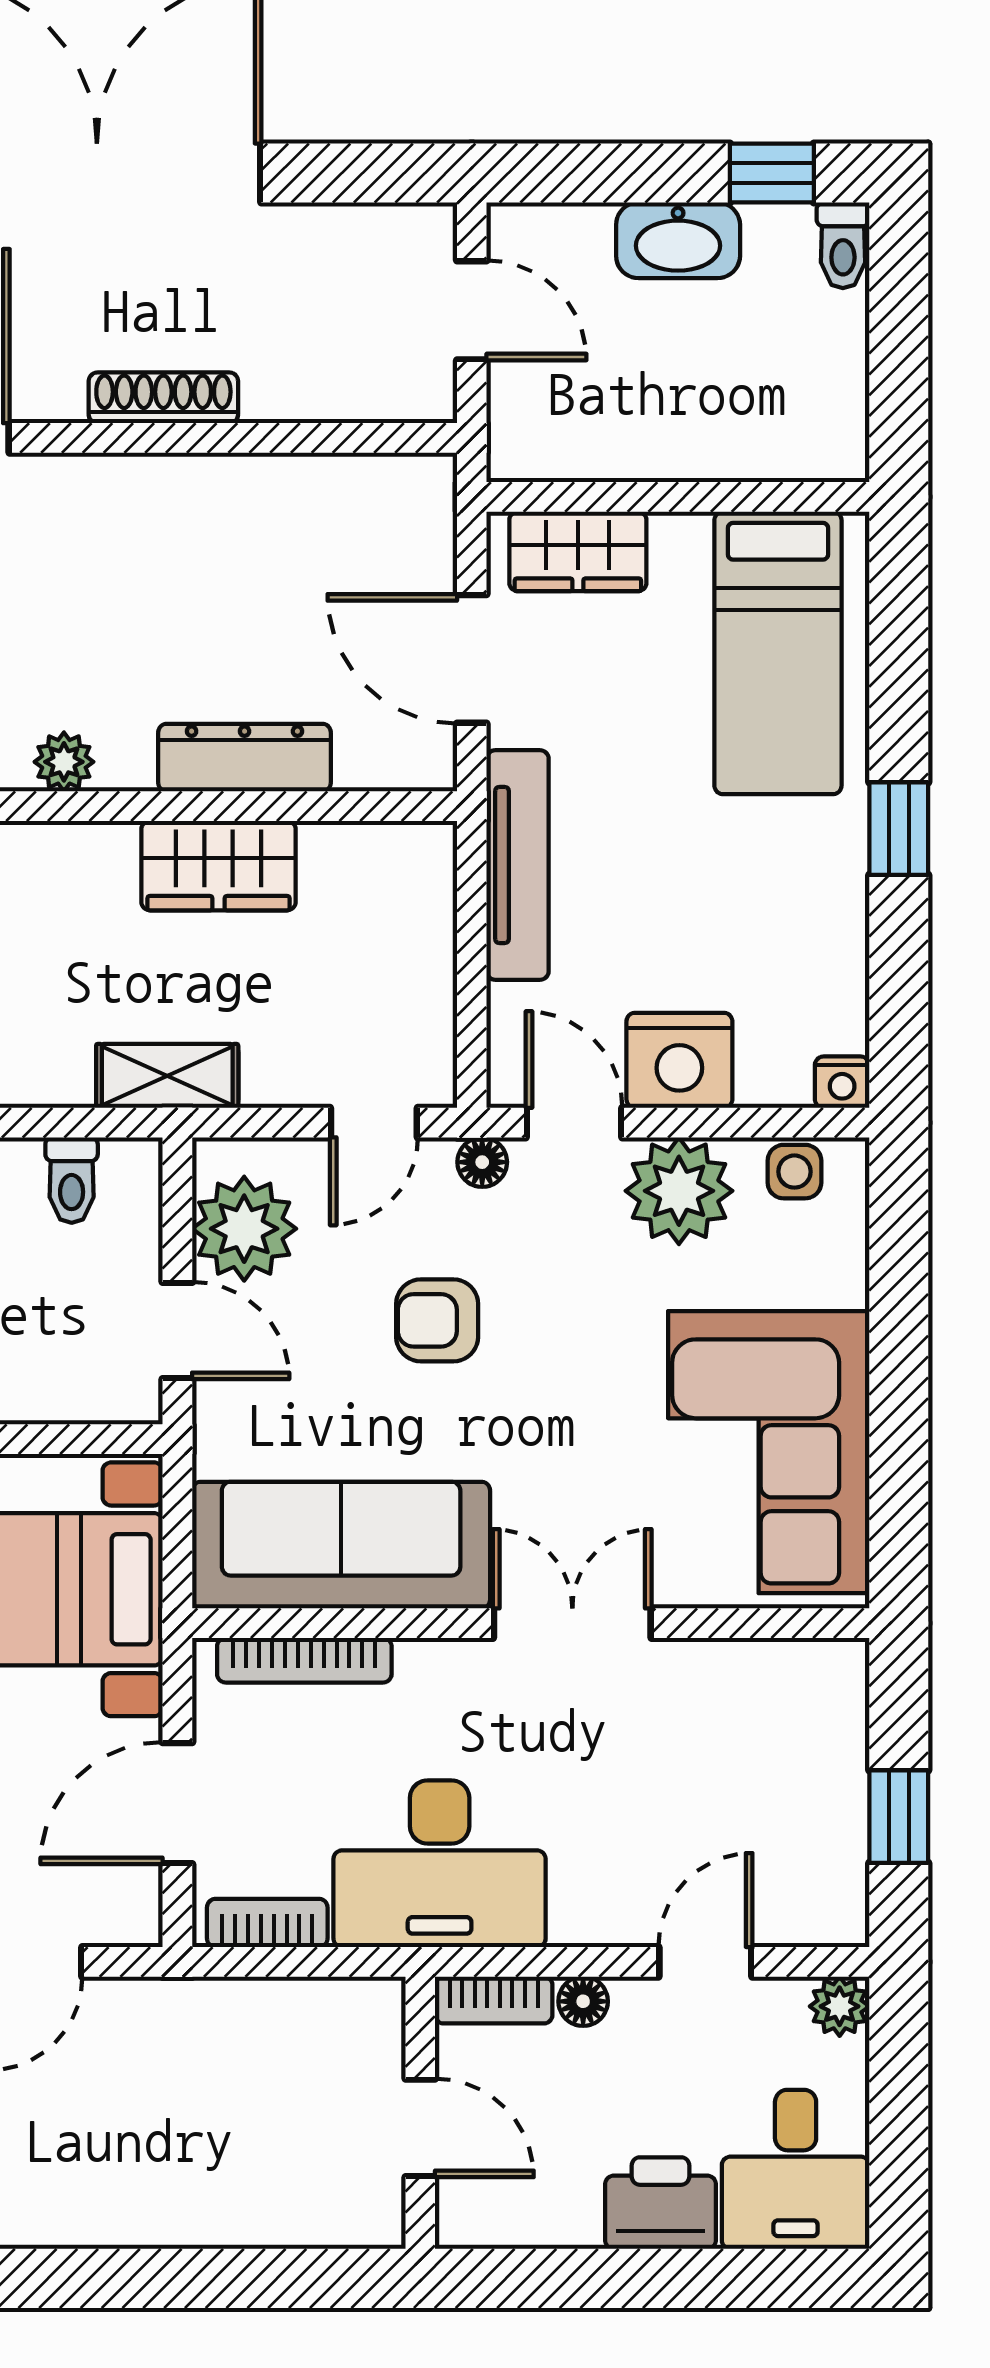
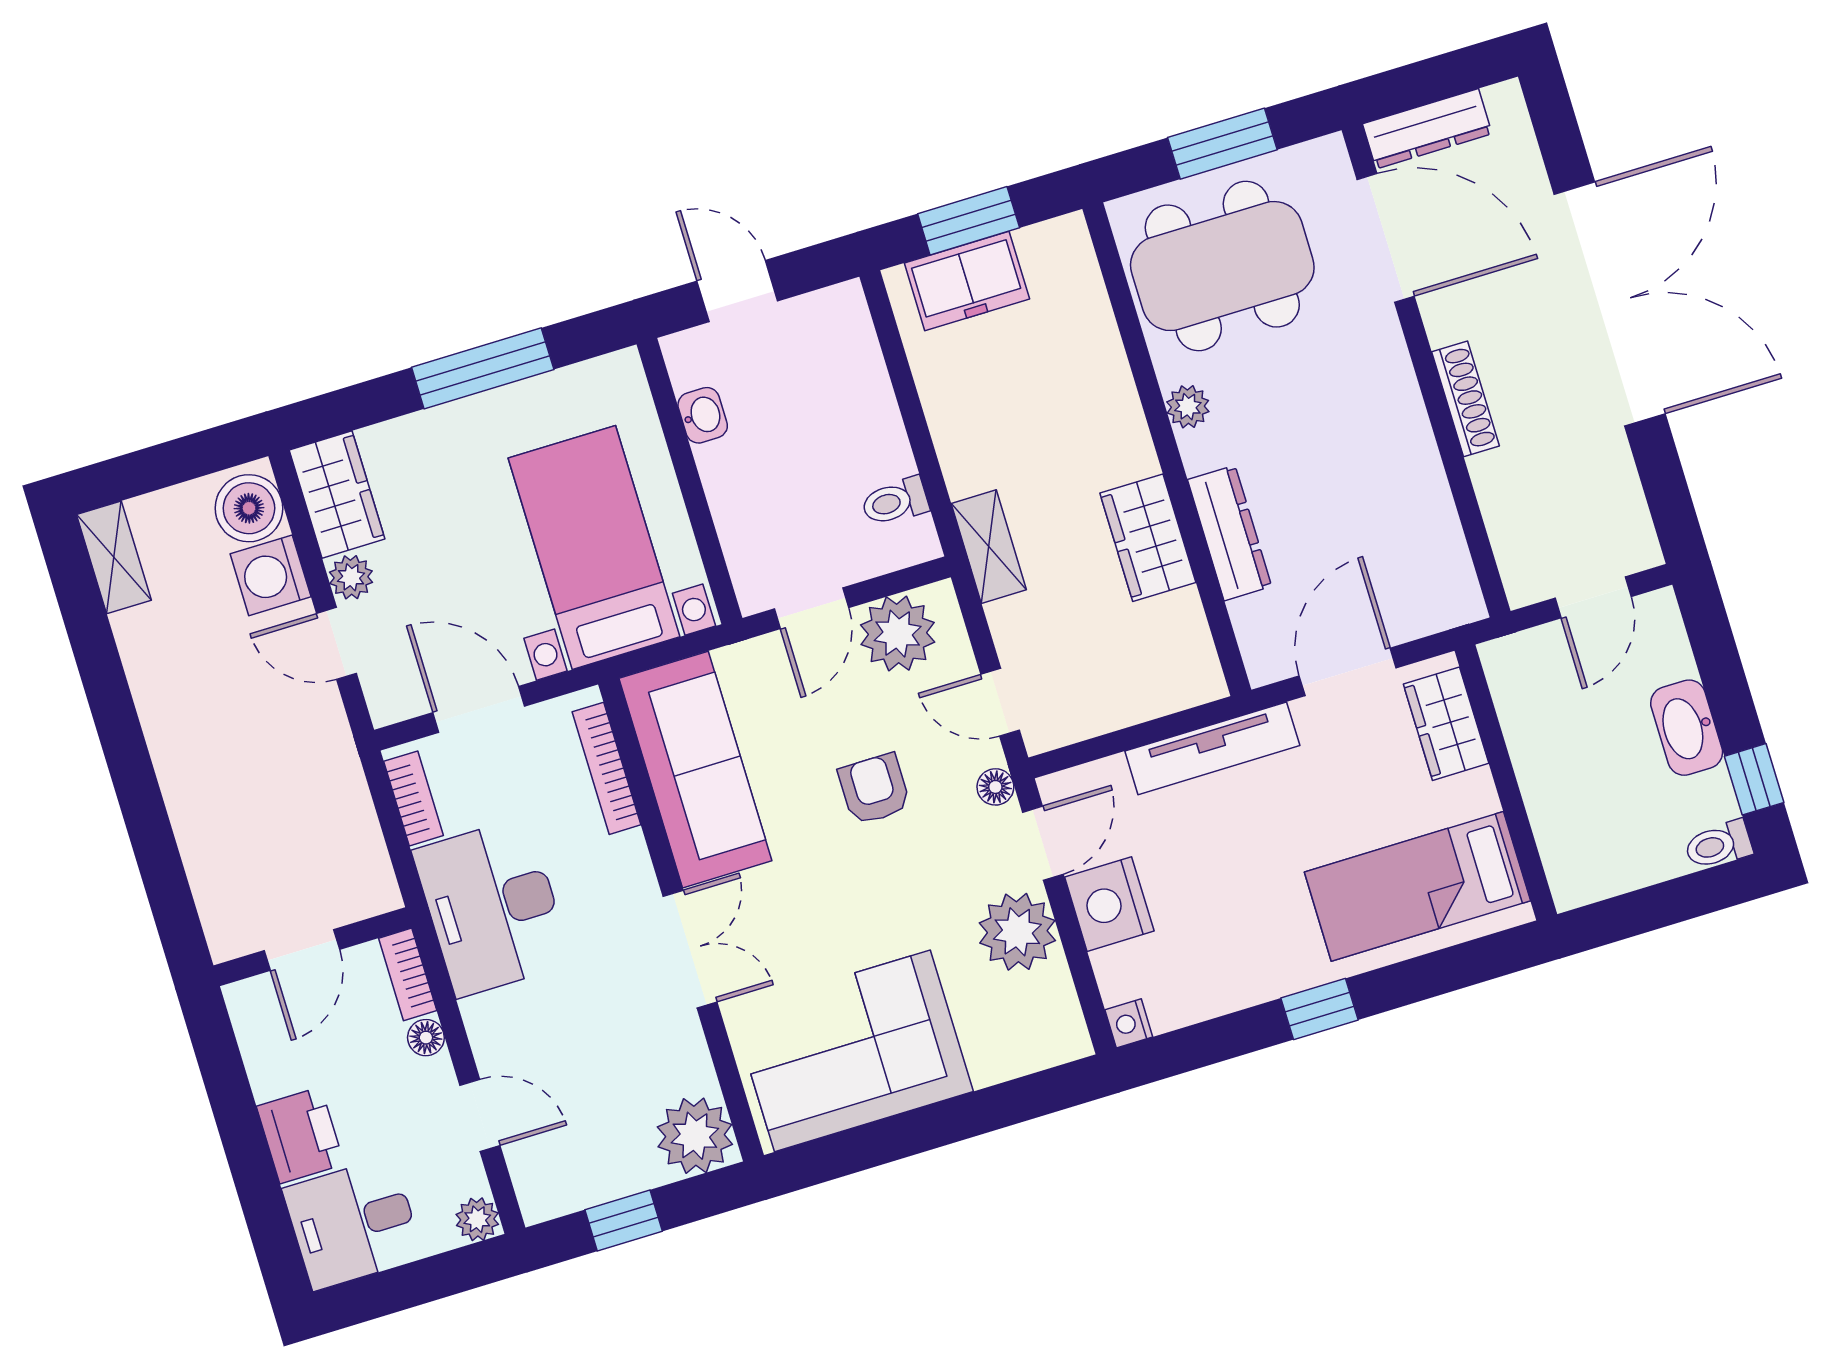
side table: (794, 1172) -> (1056, 1009), removed
plant: (817, 1690) -> (695, 1136), added

